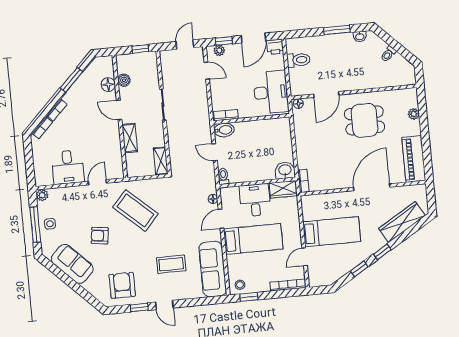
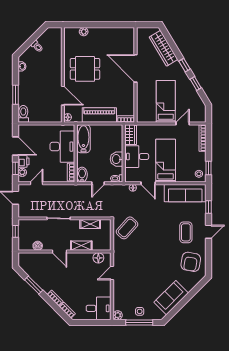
window: (337, 30) -> (15, 95), moved
printer: (275, 47) -> (24, 161), moved
toilet: (298, 60) -> (23, 114), moved
floor lamp: (108, 85) -> (98, 258), moved
desk: (271, 92) -> (62, 147), moved, turned 90
door: (119, 110) -> (60, 252), hinge flipped
dining table: (365, 120) -> (85, 69), turned 90
bathtub: (272, 127) -> (83, 139), added
piano: (414, 159) -> (99, 115), moved, turned 180
shelving: (161, 161) -> (90, 224), moved
desk: (68, 167) -> (99, 308), moved
washbasin: (285, 170) -> (117, 159), moved
door: (97, 182) -> (112, 273), hinge flipped
coffee table: (135, 210) -> (127, 228), moved, width x0.73, depth x0.76
armchair: (100, 236) -> (152, 275), removed
door: (305, 257) -> (183, 123), swing flipped
coffee table: (171, 264) -> (186, 232), moved
armchair: (122, 285) -> (191, 262), turned -80
window: (139, 307) -> (209, 207), moved

